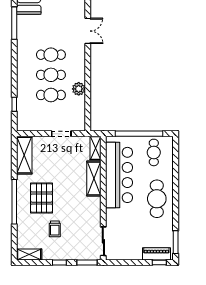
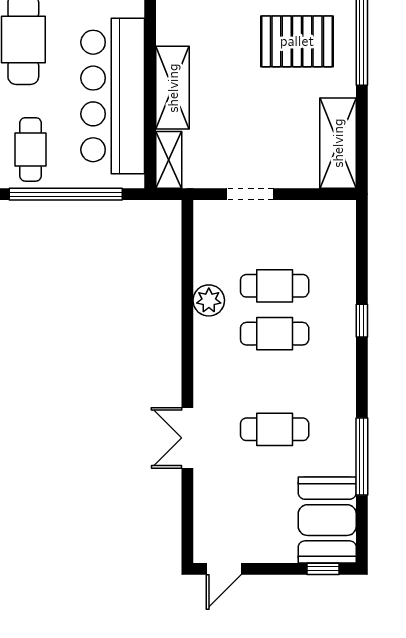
cafe table: (51, 55) -> (275, 429), moved
window: (14, 104) -> (362, 321), moved
pallet: (41, 198) -> (297, 41), turned 90

